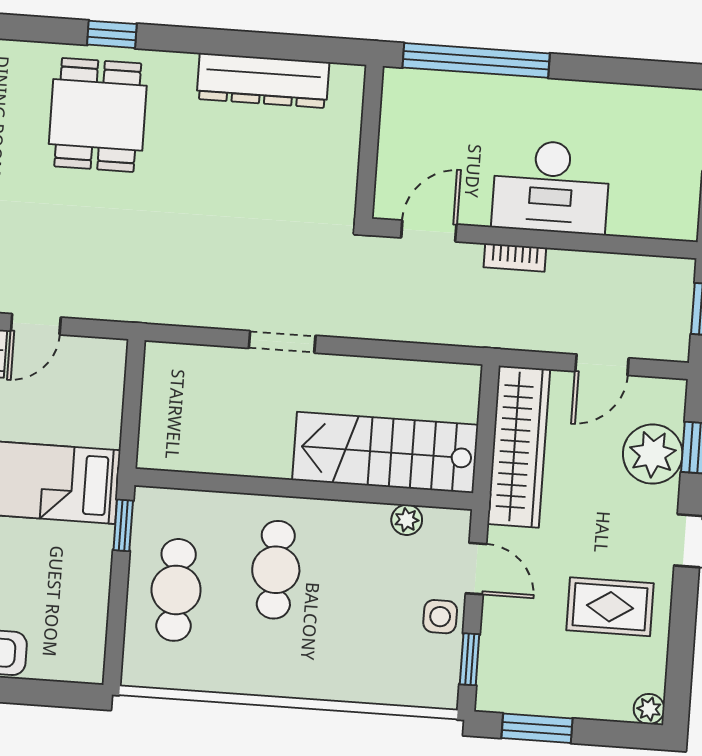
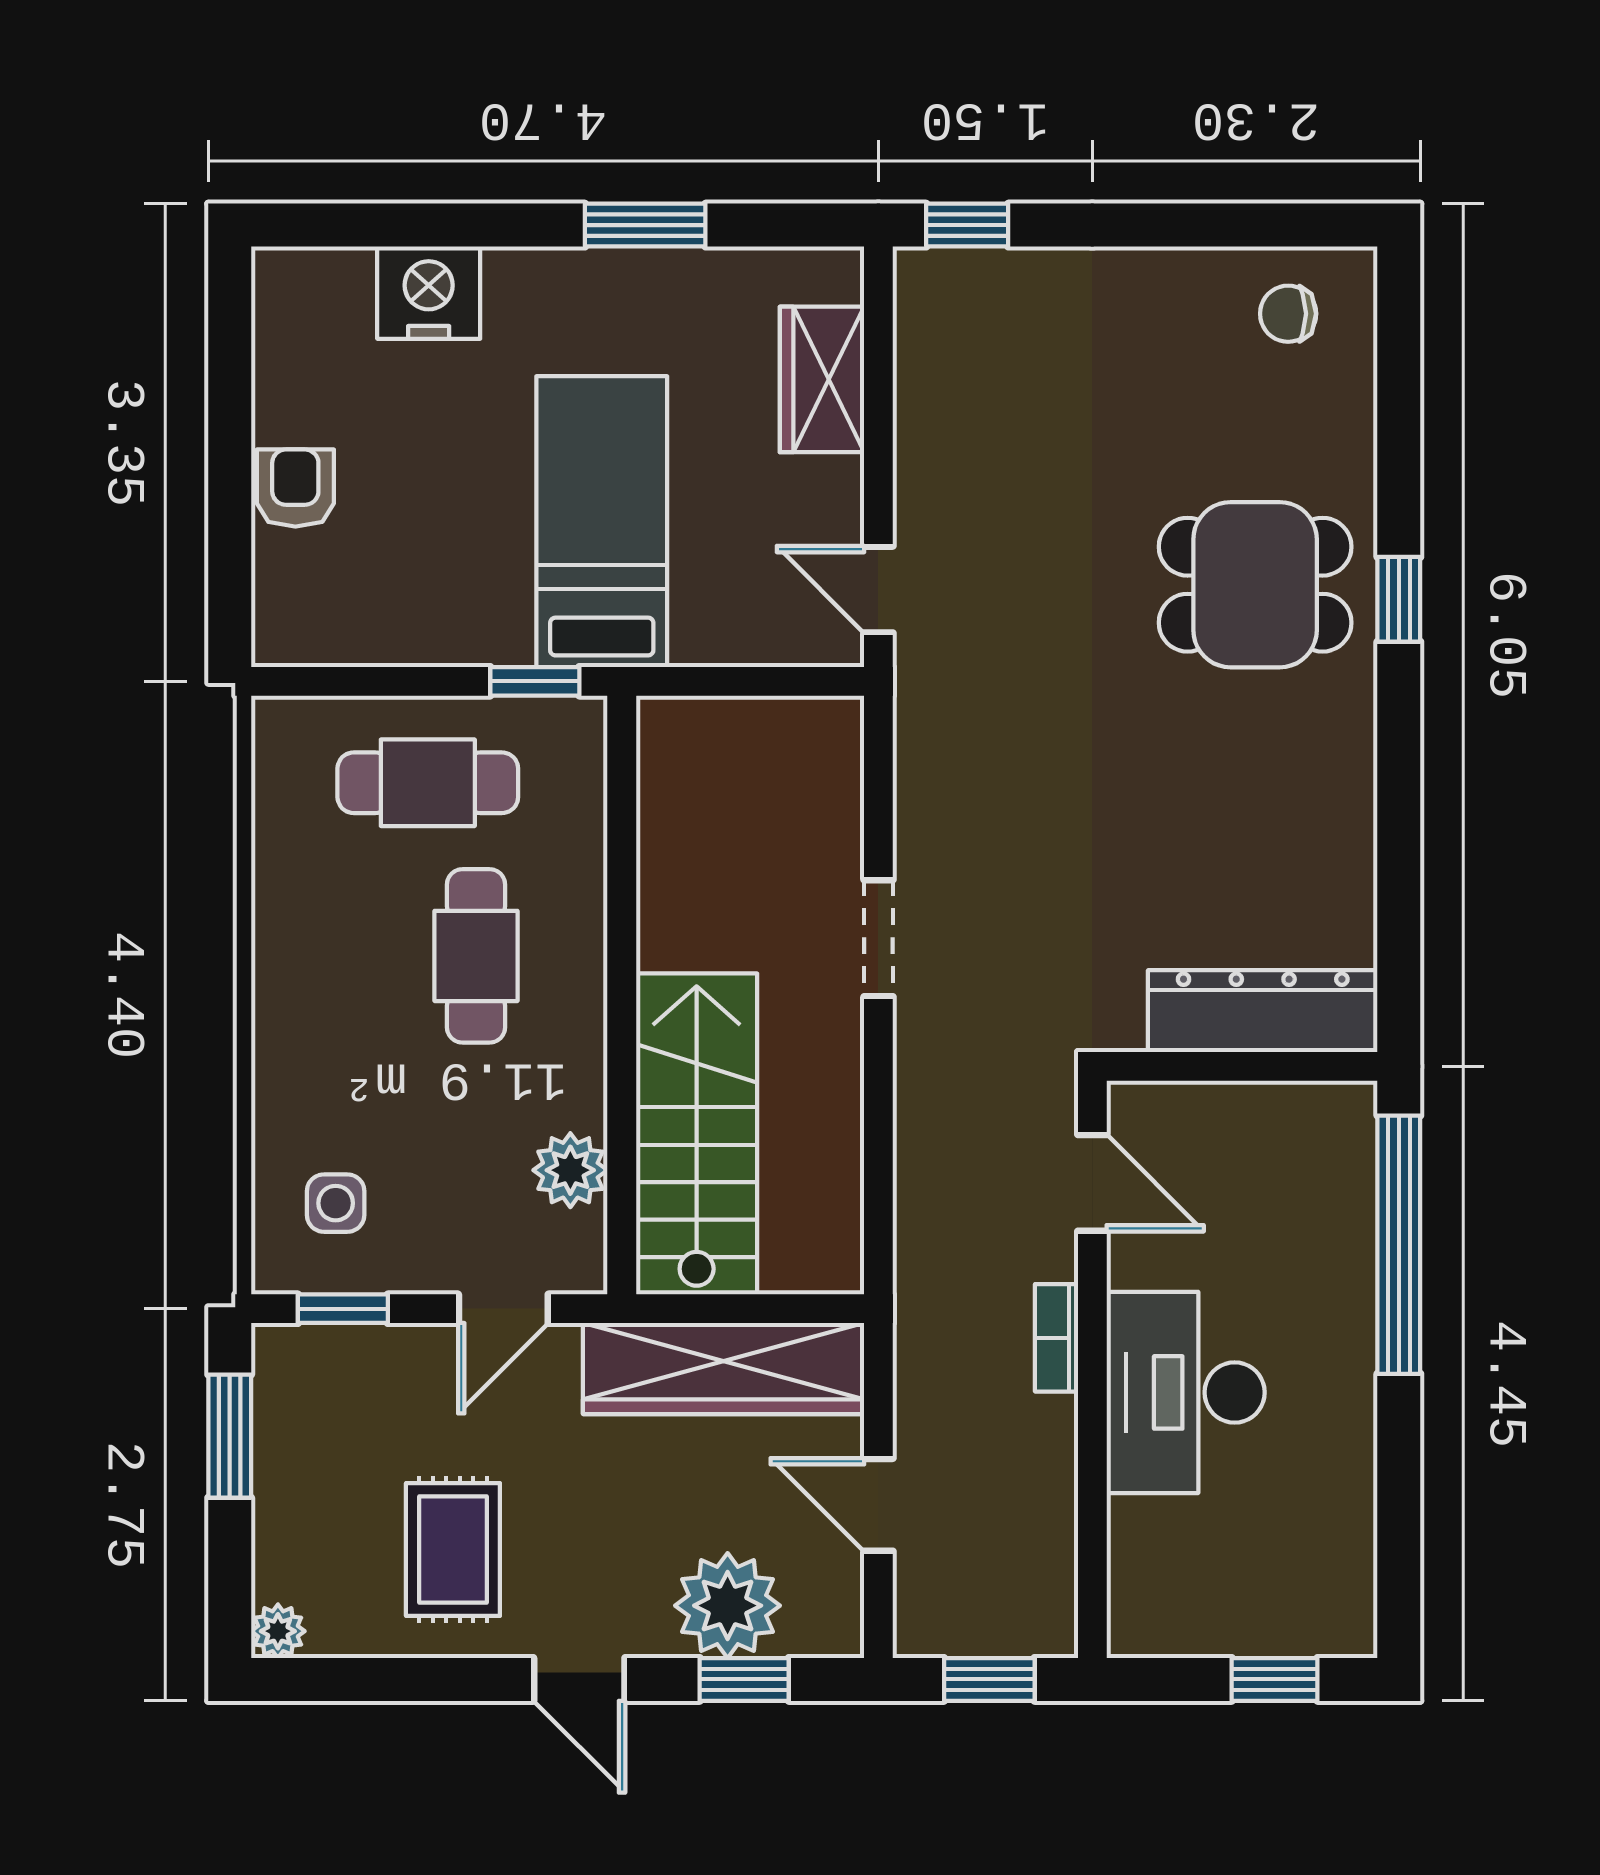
dresser: (263, 81) -> (1263, 1011), moved, turned 90
door: (36, 324) -> (878, 590), moved
plant: (407, 520) -> (570, 1170), width x1.38, depth x1.38
cafe table: (276, 570) -> (476, 956), turned 90
side table: (440, 617) -> (336, 1203), moved

